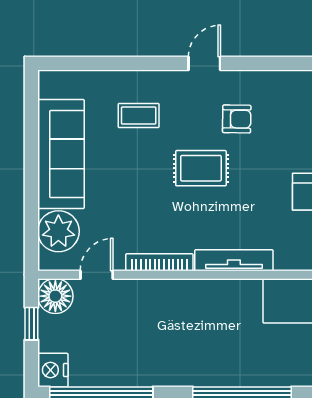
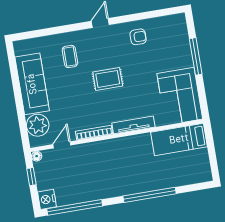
coffee table: (139, 115) -> (70, 56), turned 90
armchair: (237, 119) -> (138, 37), moved
floor lamp: (55, 296) -> (37, 156), width x0.53, depth x0.53

